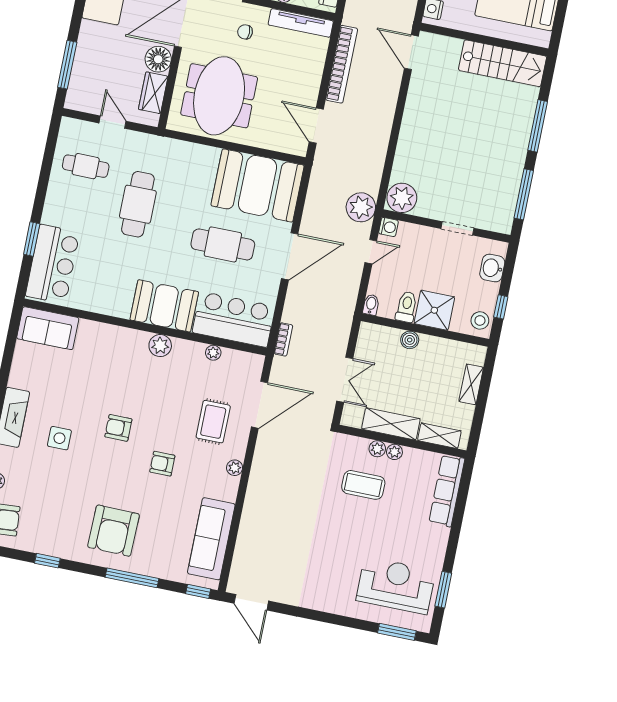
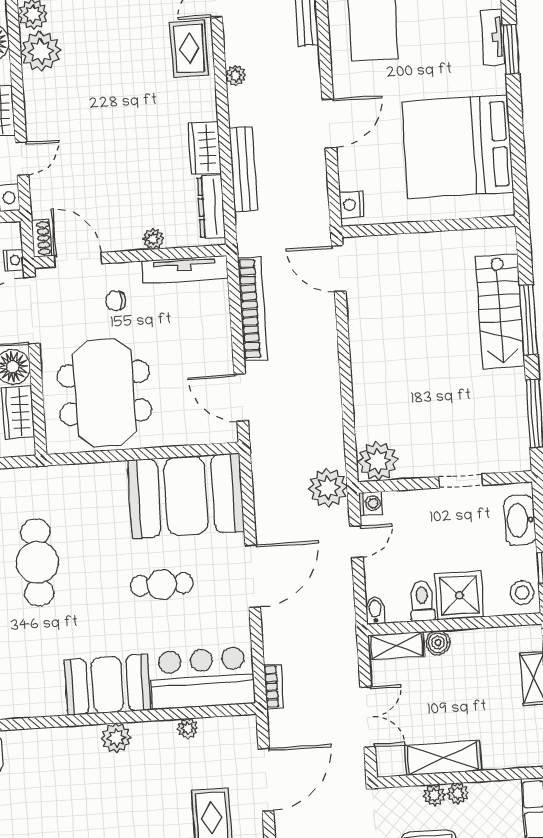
stairs: (503, 63) -> (500, 311), moved, turned 90
cafe table: (223, 244) -> (162, 585), width x0.73, depth x0.74
washbasin: (492, 268) -> (520, 520), width x1.38
shelving: (439, 436) -> (396, 646), moved

